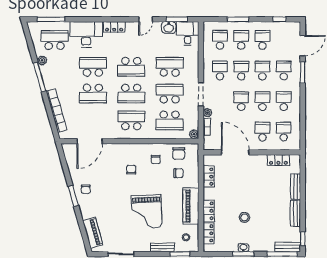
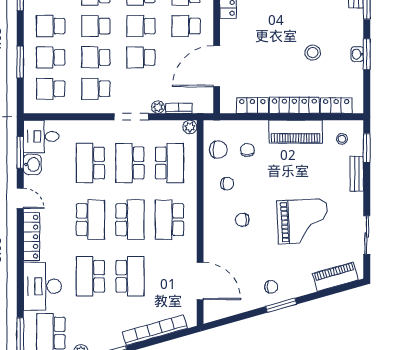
locker: (114, 27) -> (32, 237), width x1.53
locker: (209, 211) -> (294, 105), width x1.53
grand piano: (147, 212) -> (303, 221), moved

